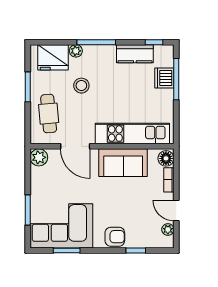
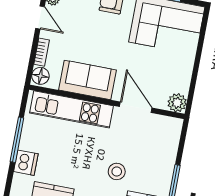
window: (176, 79) -> (17, 140), moved
cafe table: (49, 114) -> (158, 148), removed
window: (28, 210) -> (200, 48), removed

